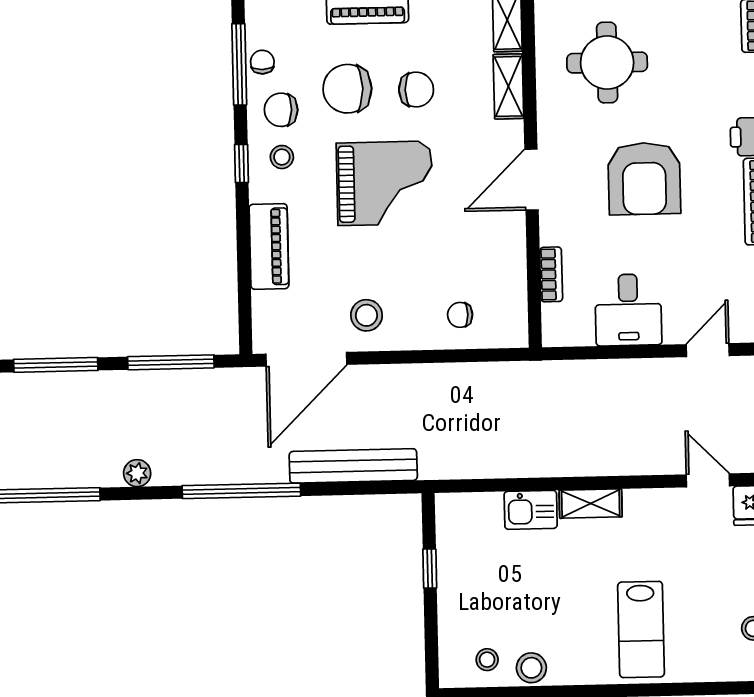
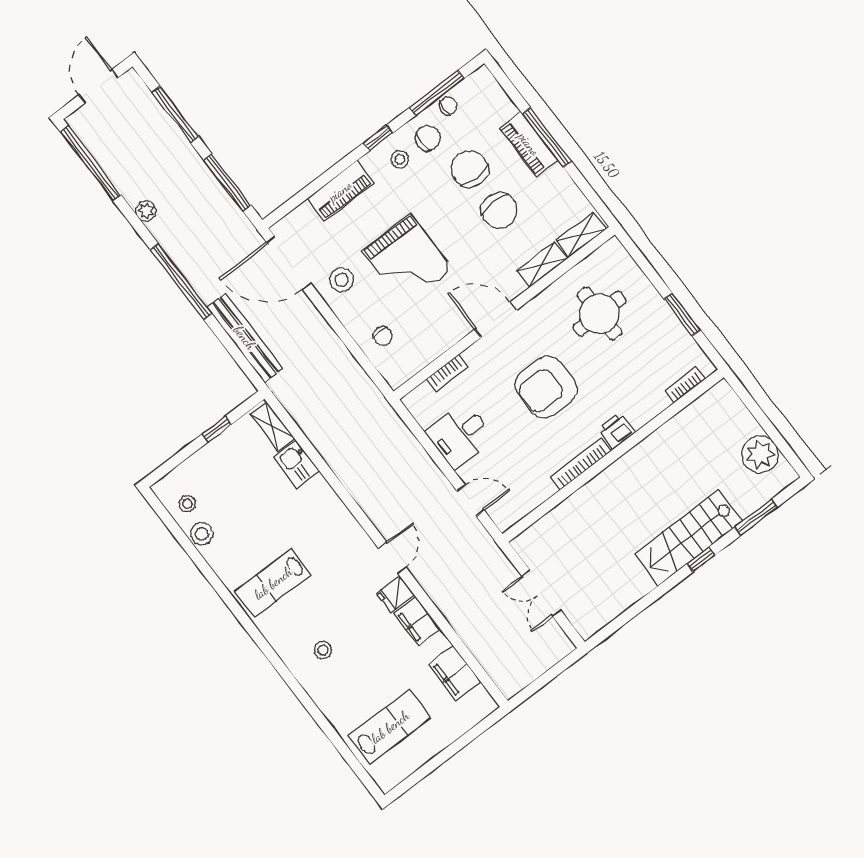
chair: (416, 90) -> (499, 211), width x1.37, depth x1.37
chair: (281, 110) -> (428, 138), turned 86
grand piano: (385, 183) -> (408, 260), moved
chair: (460, 315) -> (383, 336), turned 180
shelving: (591, 504) -> (272, 426), moved

